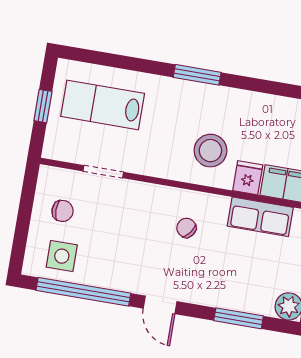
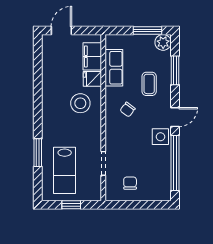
window: (197, 75) -> (38, 153), moved
side table: (62, 256) -> (160, 137), moved
coffee table: (223, 271) -> (149, 84), added

